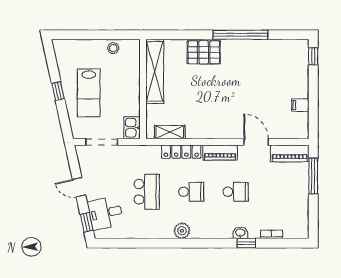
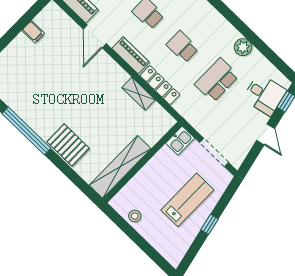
shelving: (170, 132) -> (139, 94), moved
plant: (182, 231) -> (243, 47), moved

